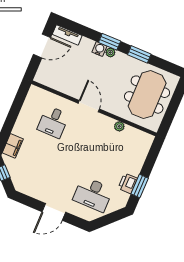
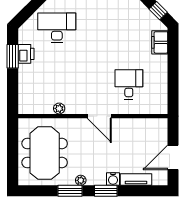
tv unit: (67, 35) -> (136, 179), moved
plant: (110, 52) -> (81, 180), moved

